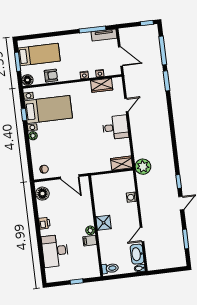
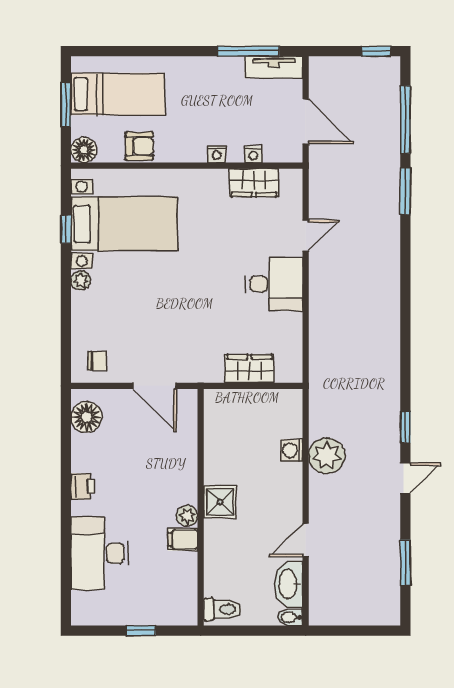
wardrobe: (122, 163) -> (249, 369), moved
plant: (143, 167) -> (327, 456), moved

